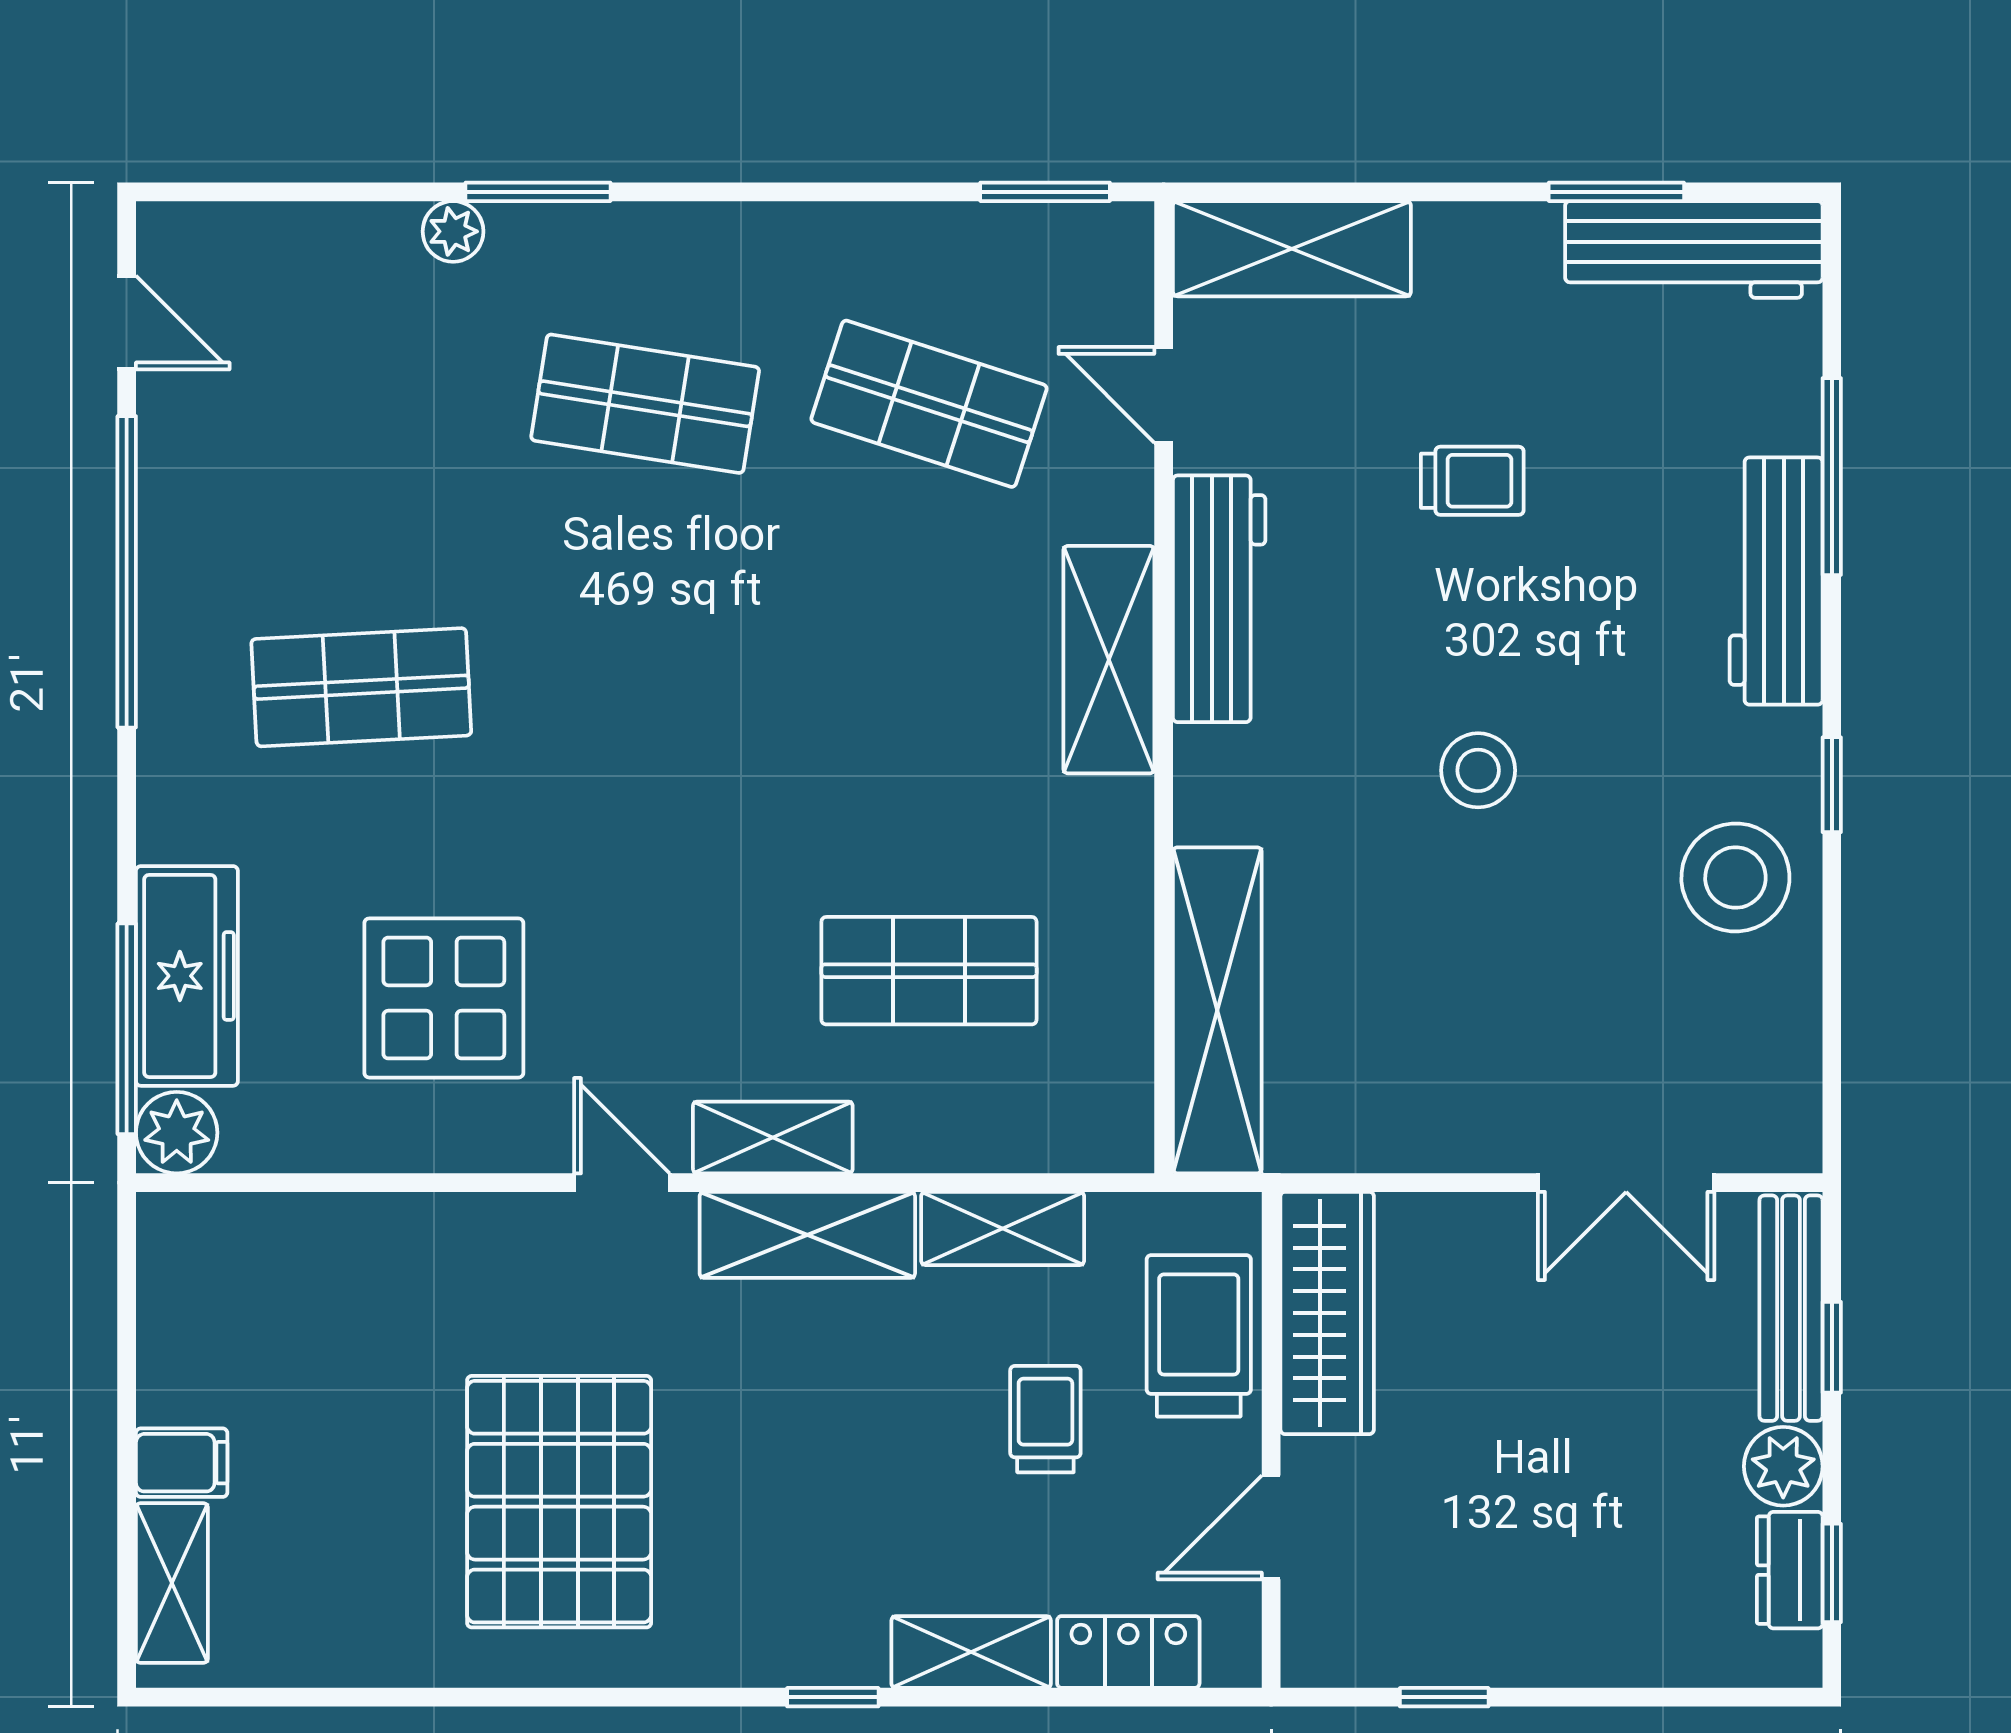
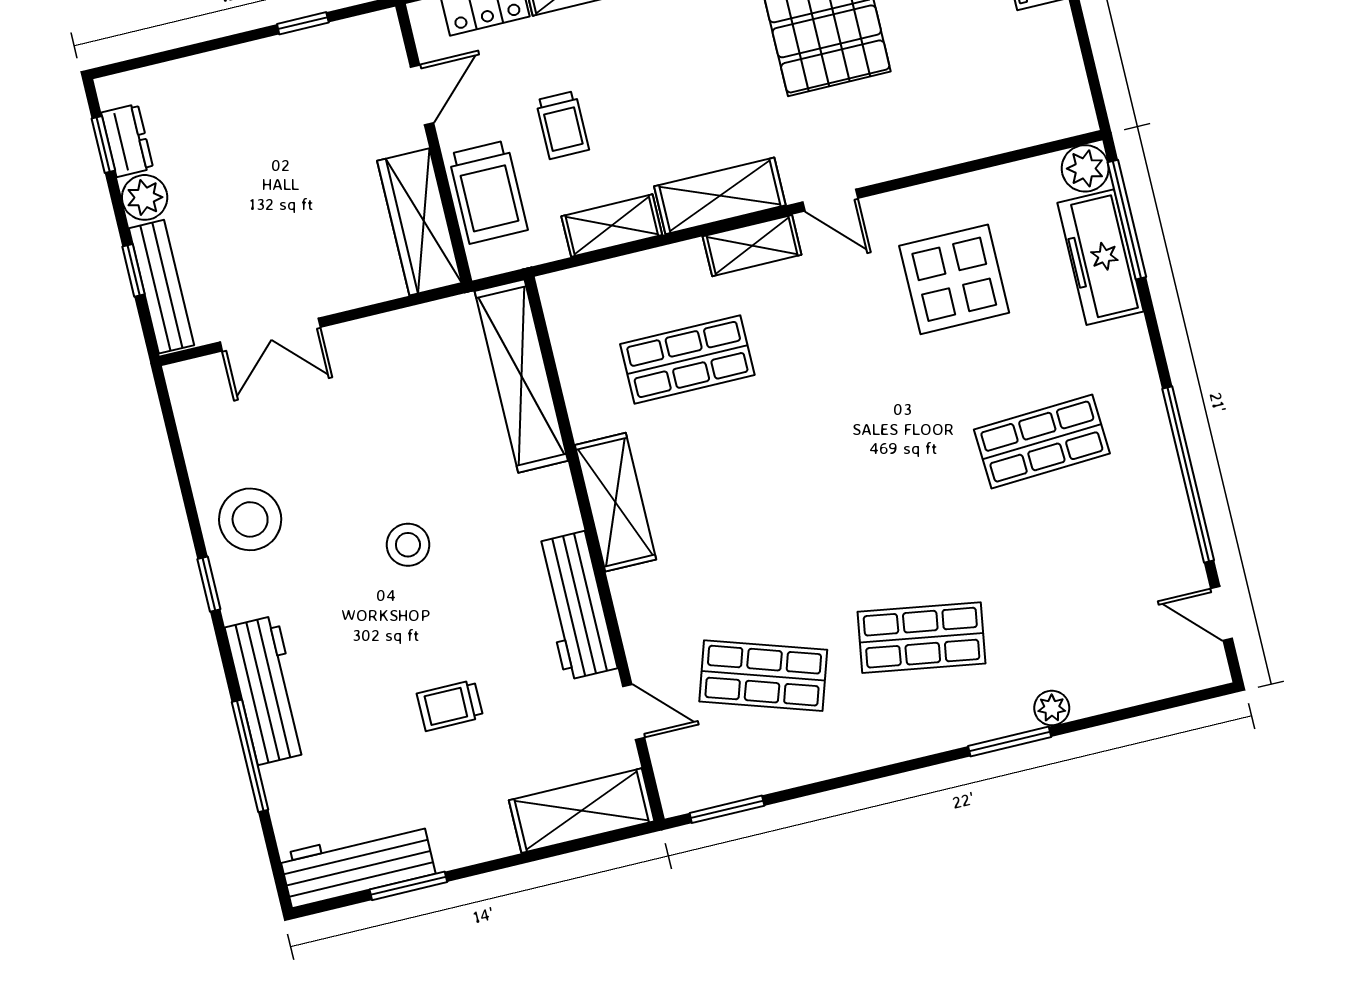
shelving: (1109, 660) -> (616, 502), moved
double door: (1626, 1183) -> (270, 335), swing flipped

